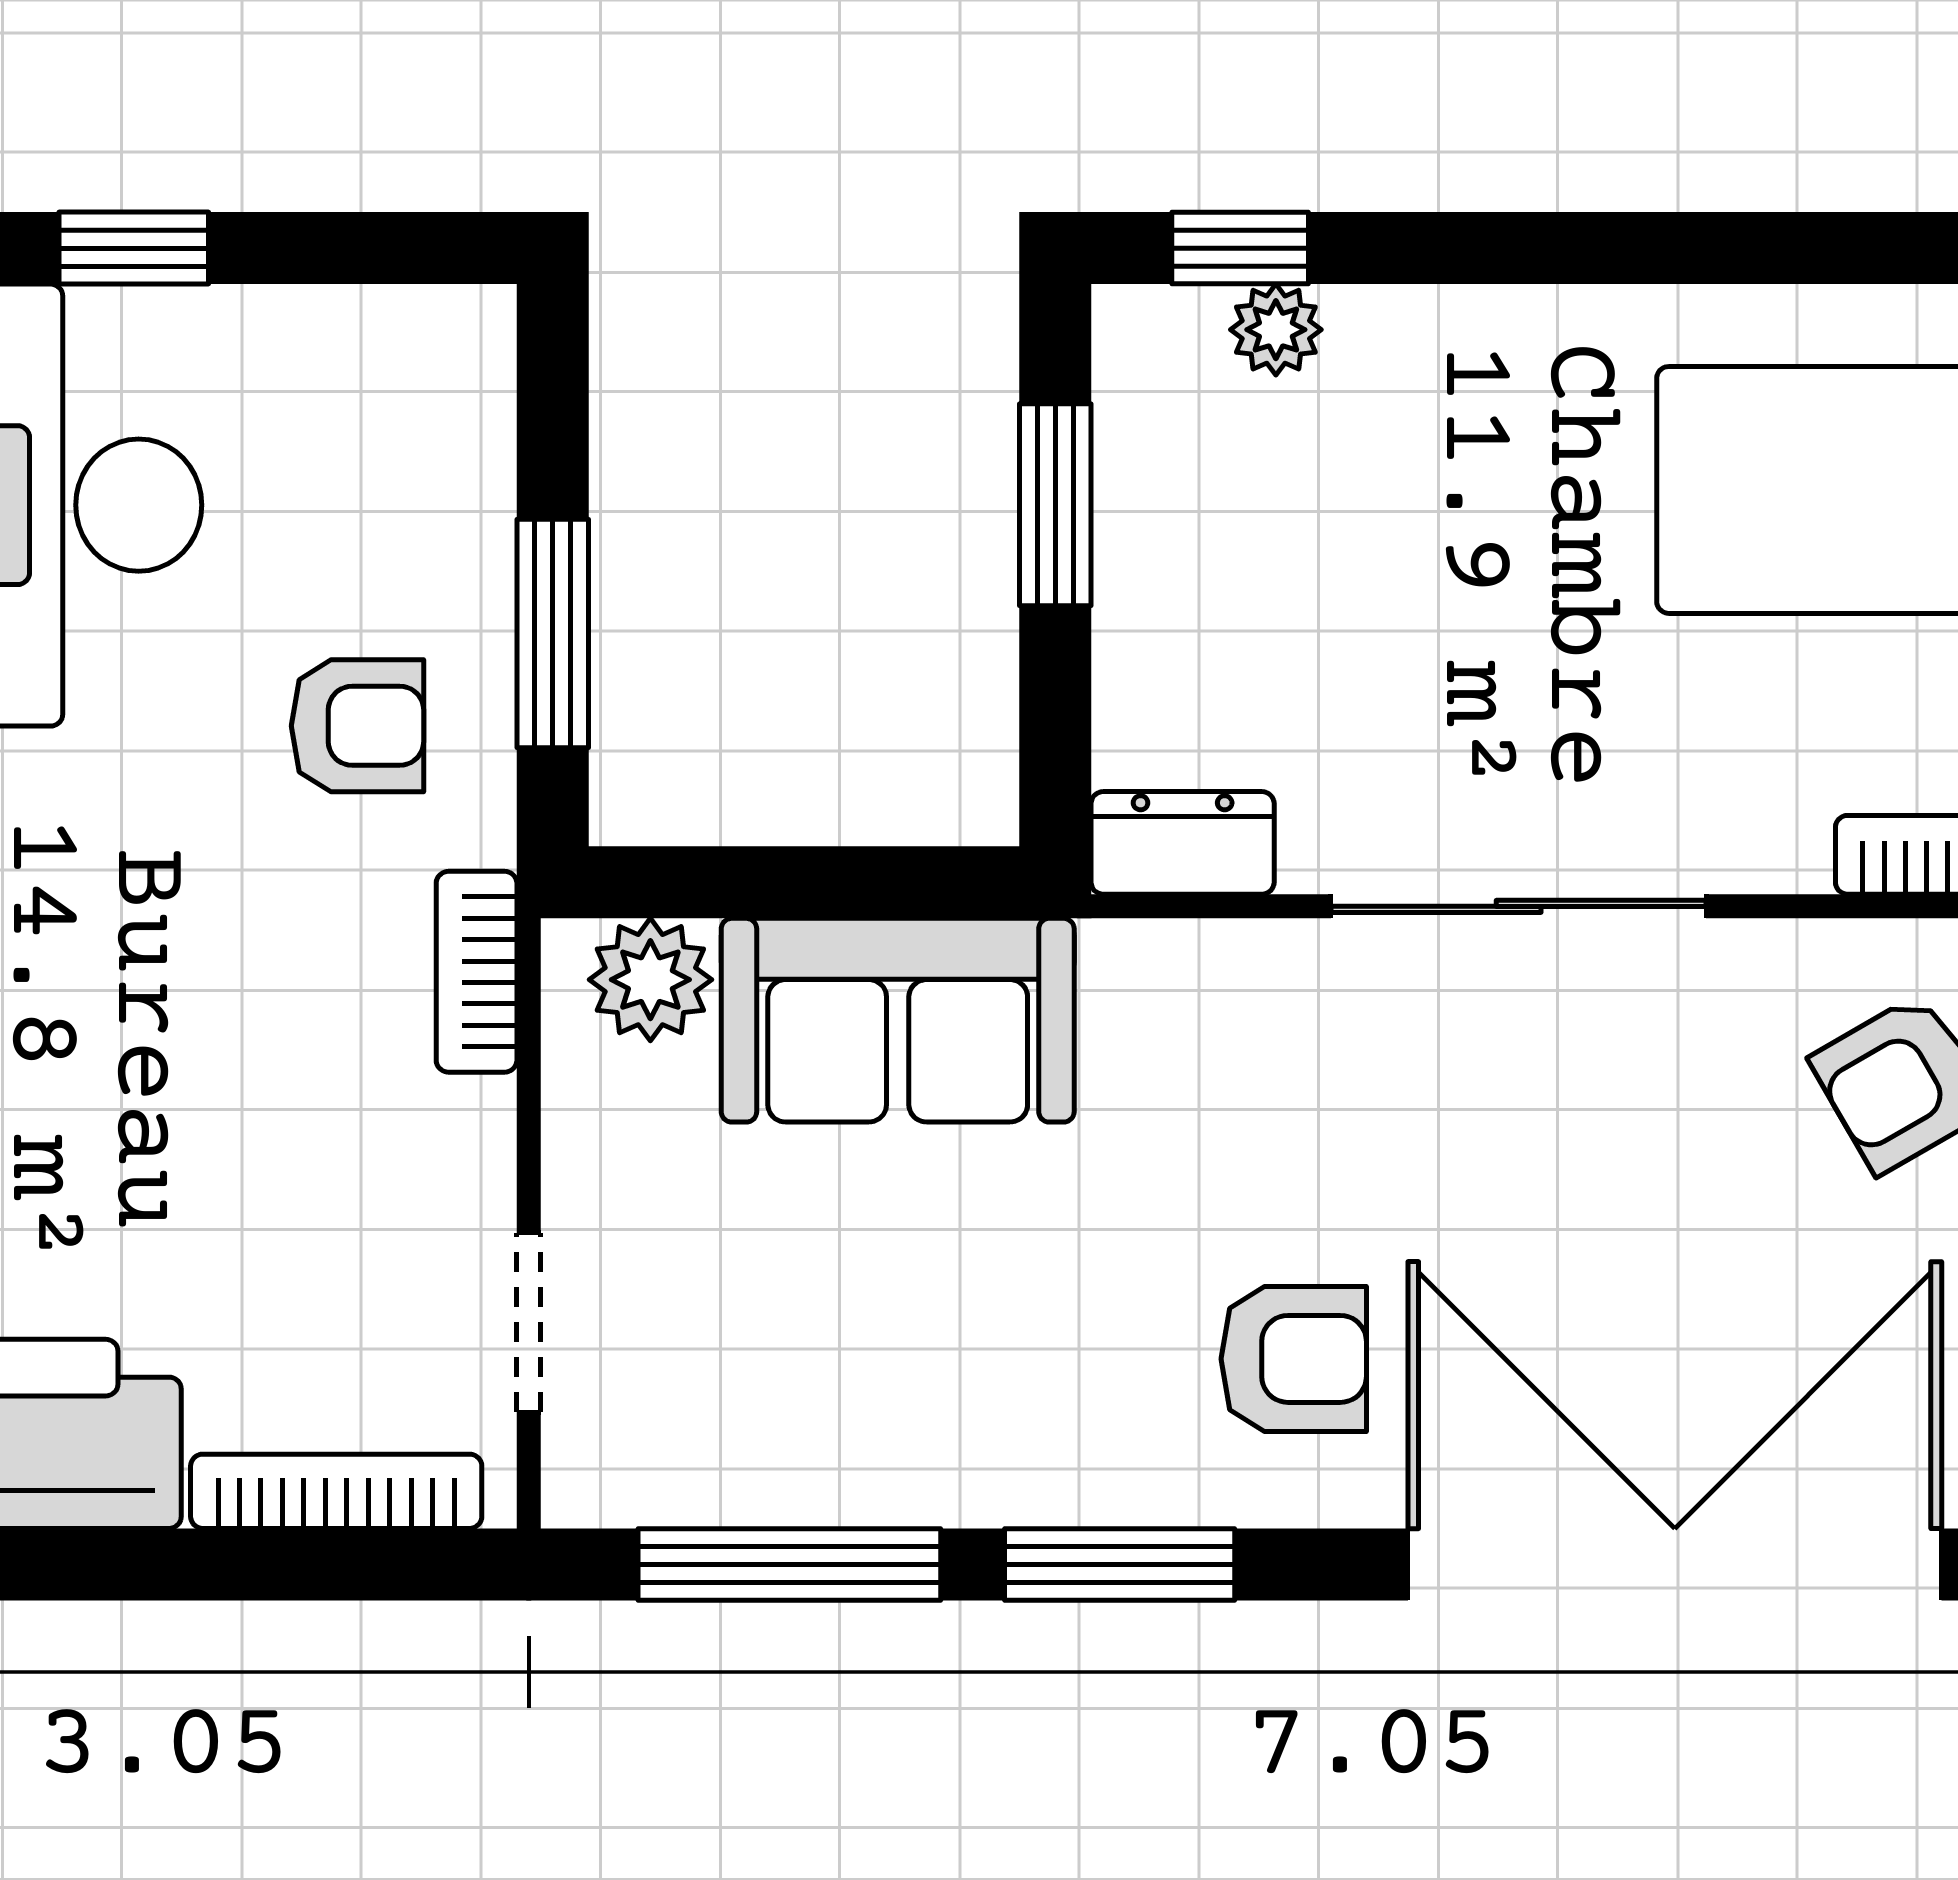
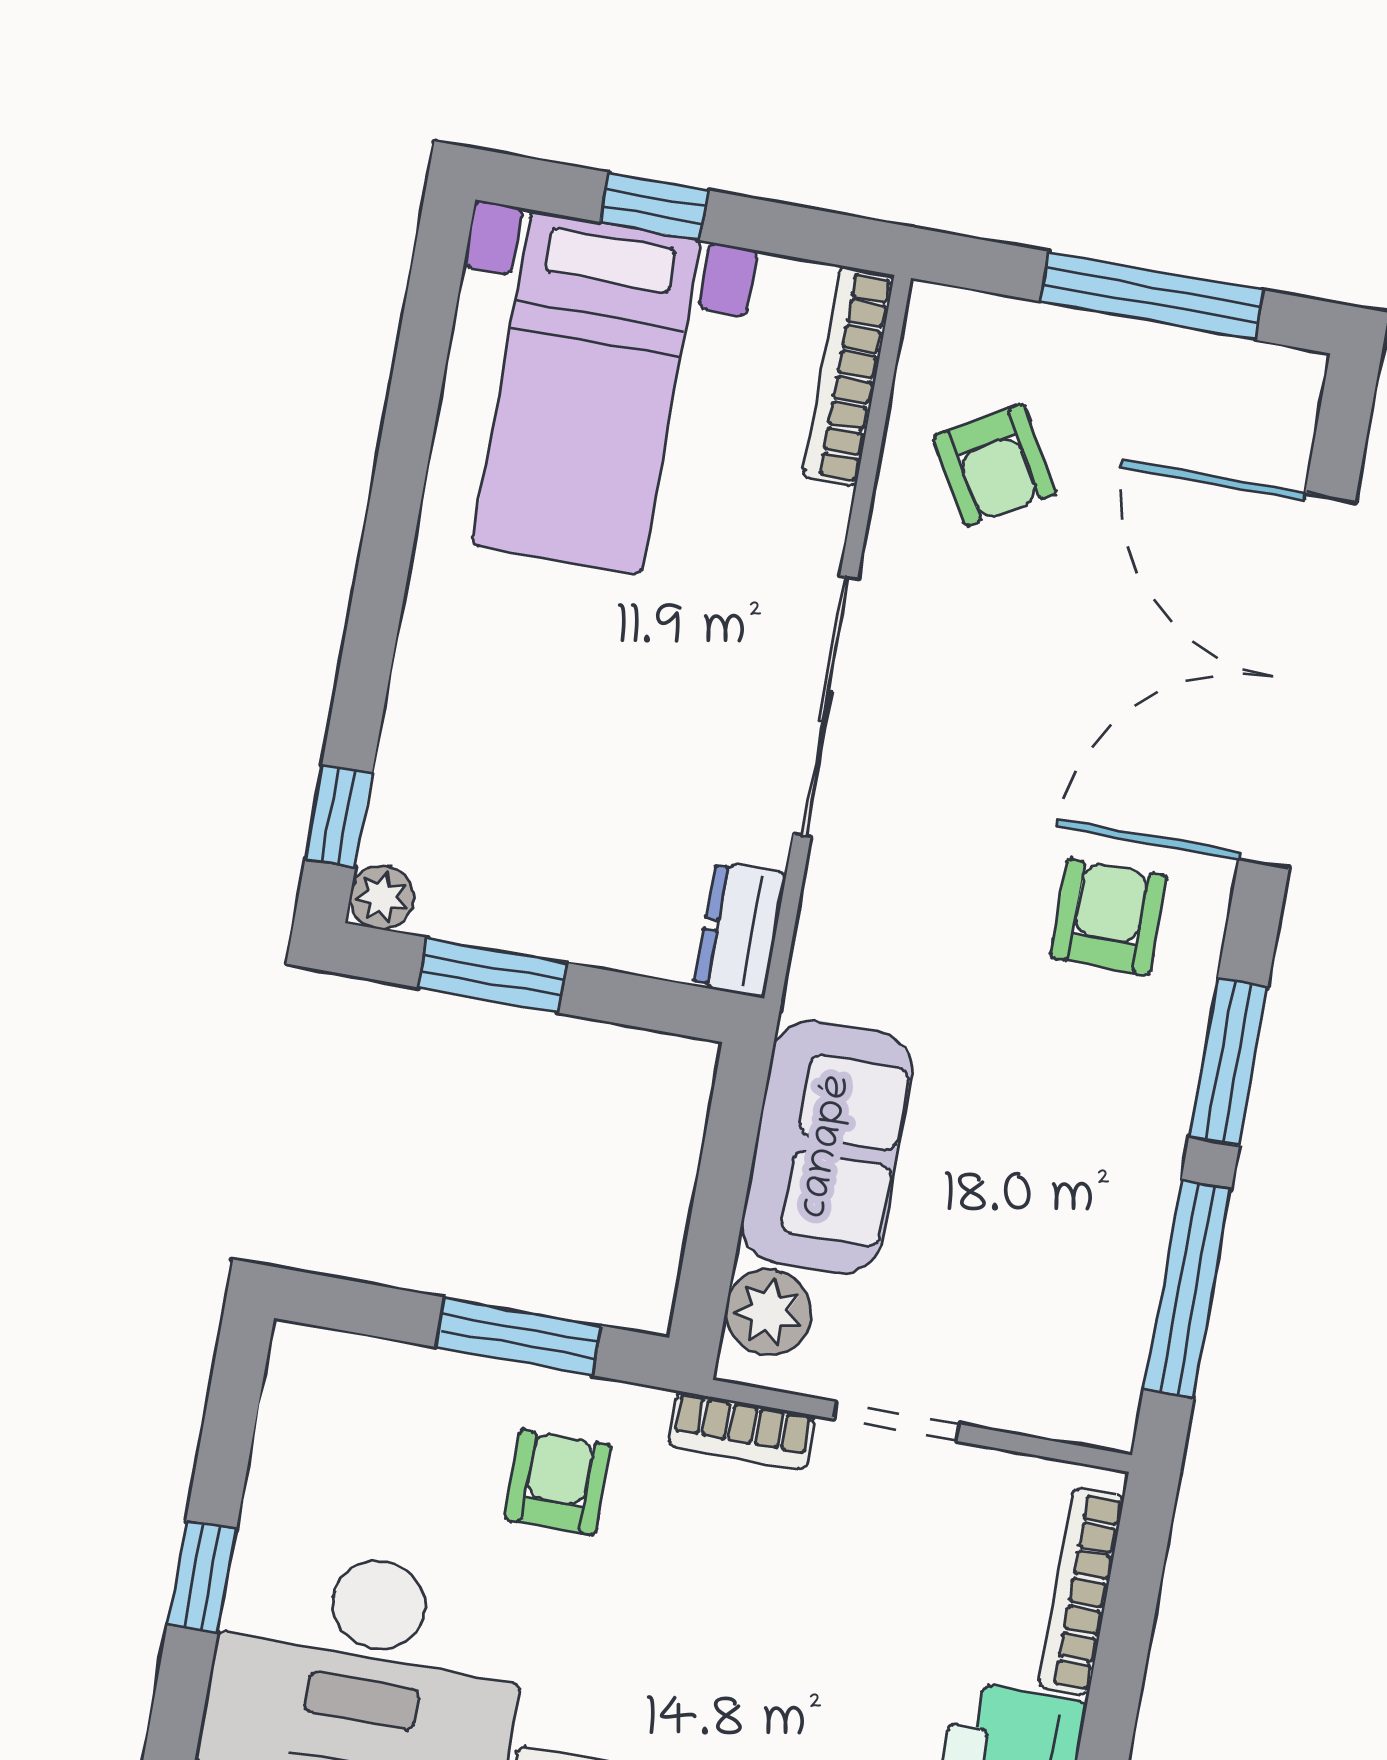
plant: (1276, 330) -> (382, 897), moved
doorway: (529, 1322) -> (897, 1421), moved

